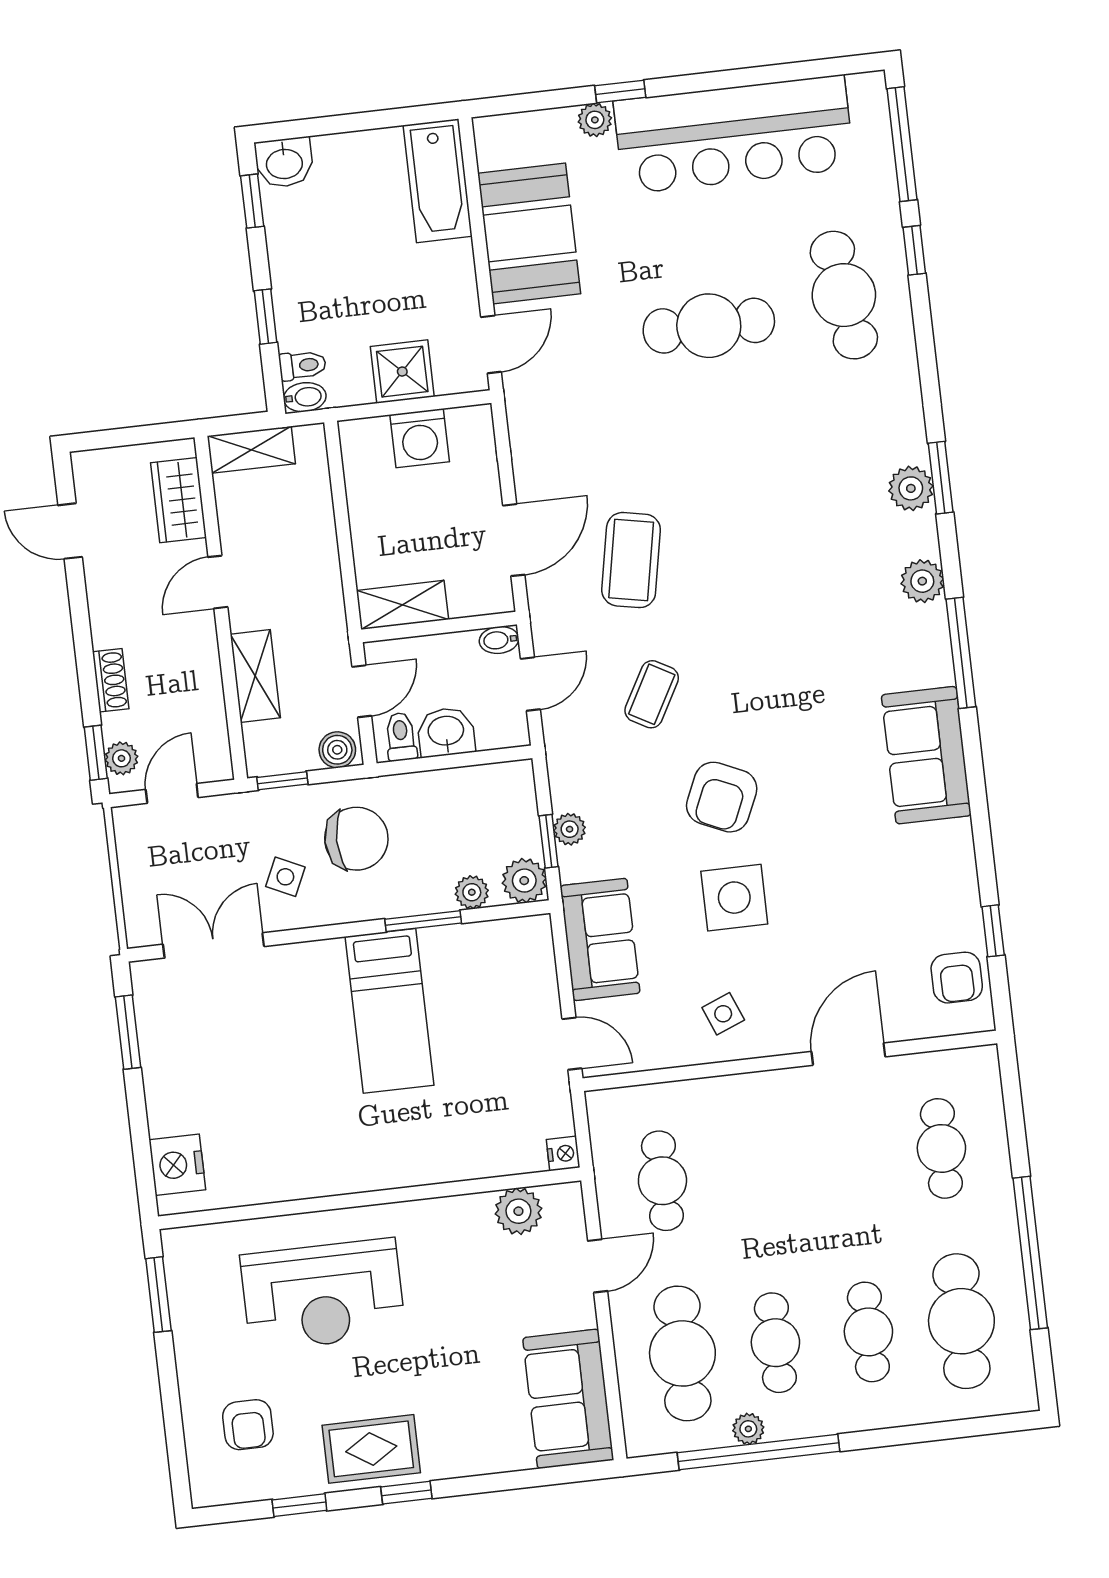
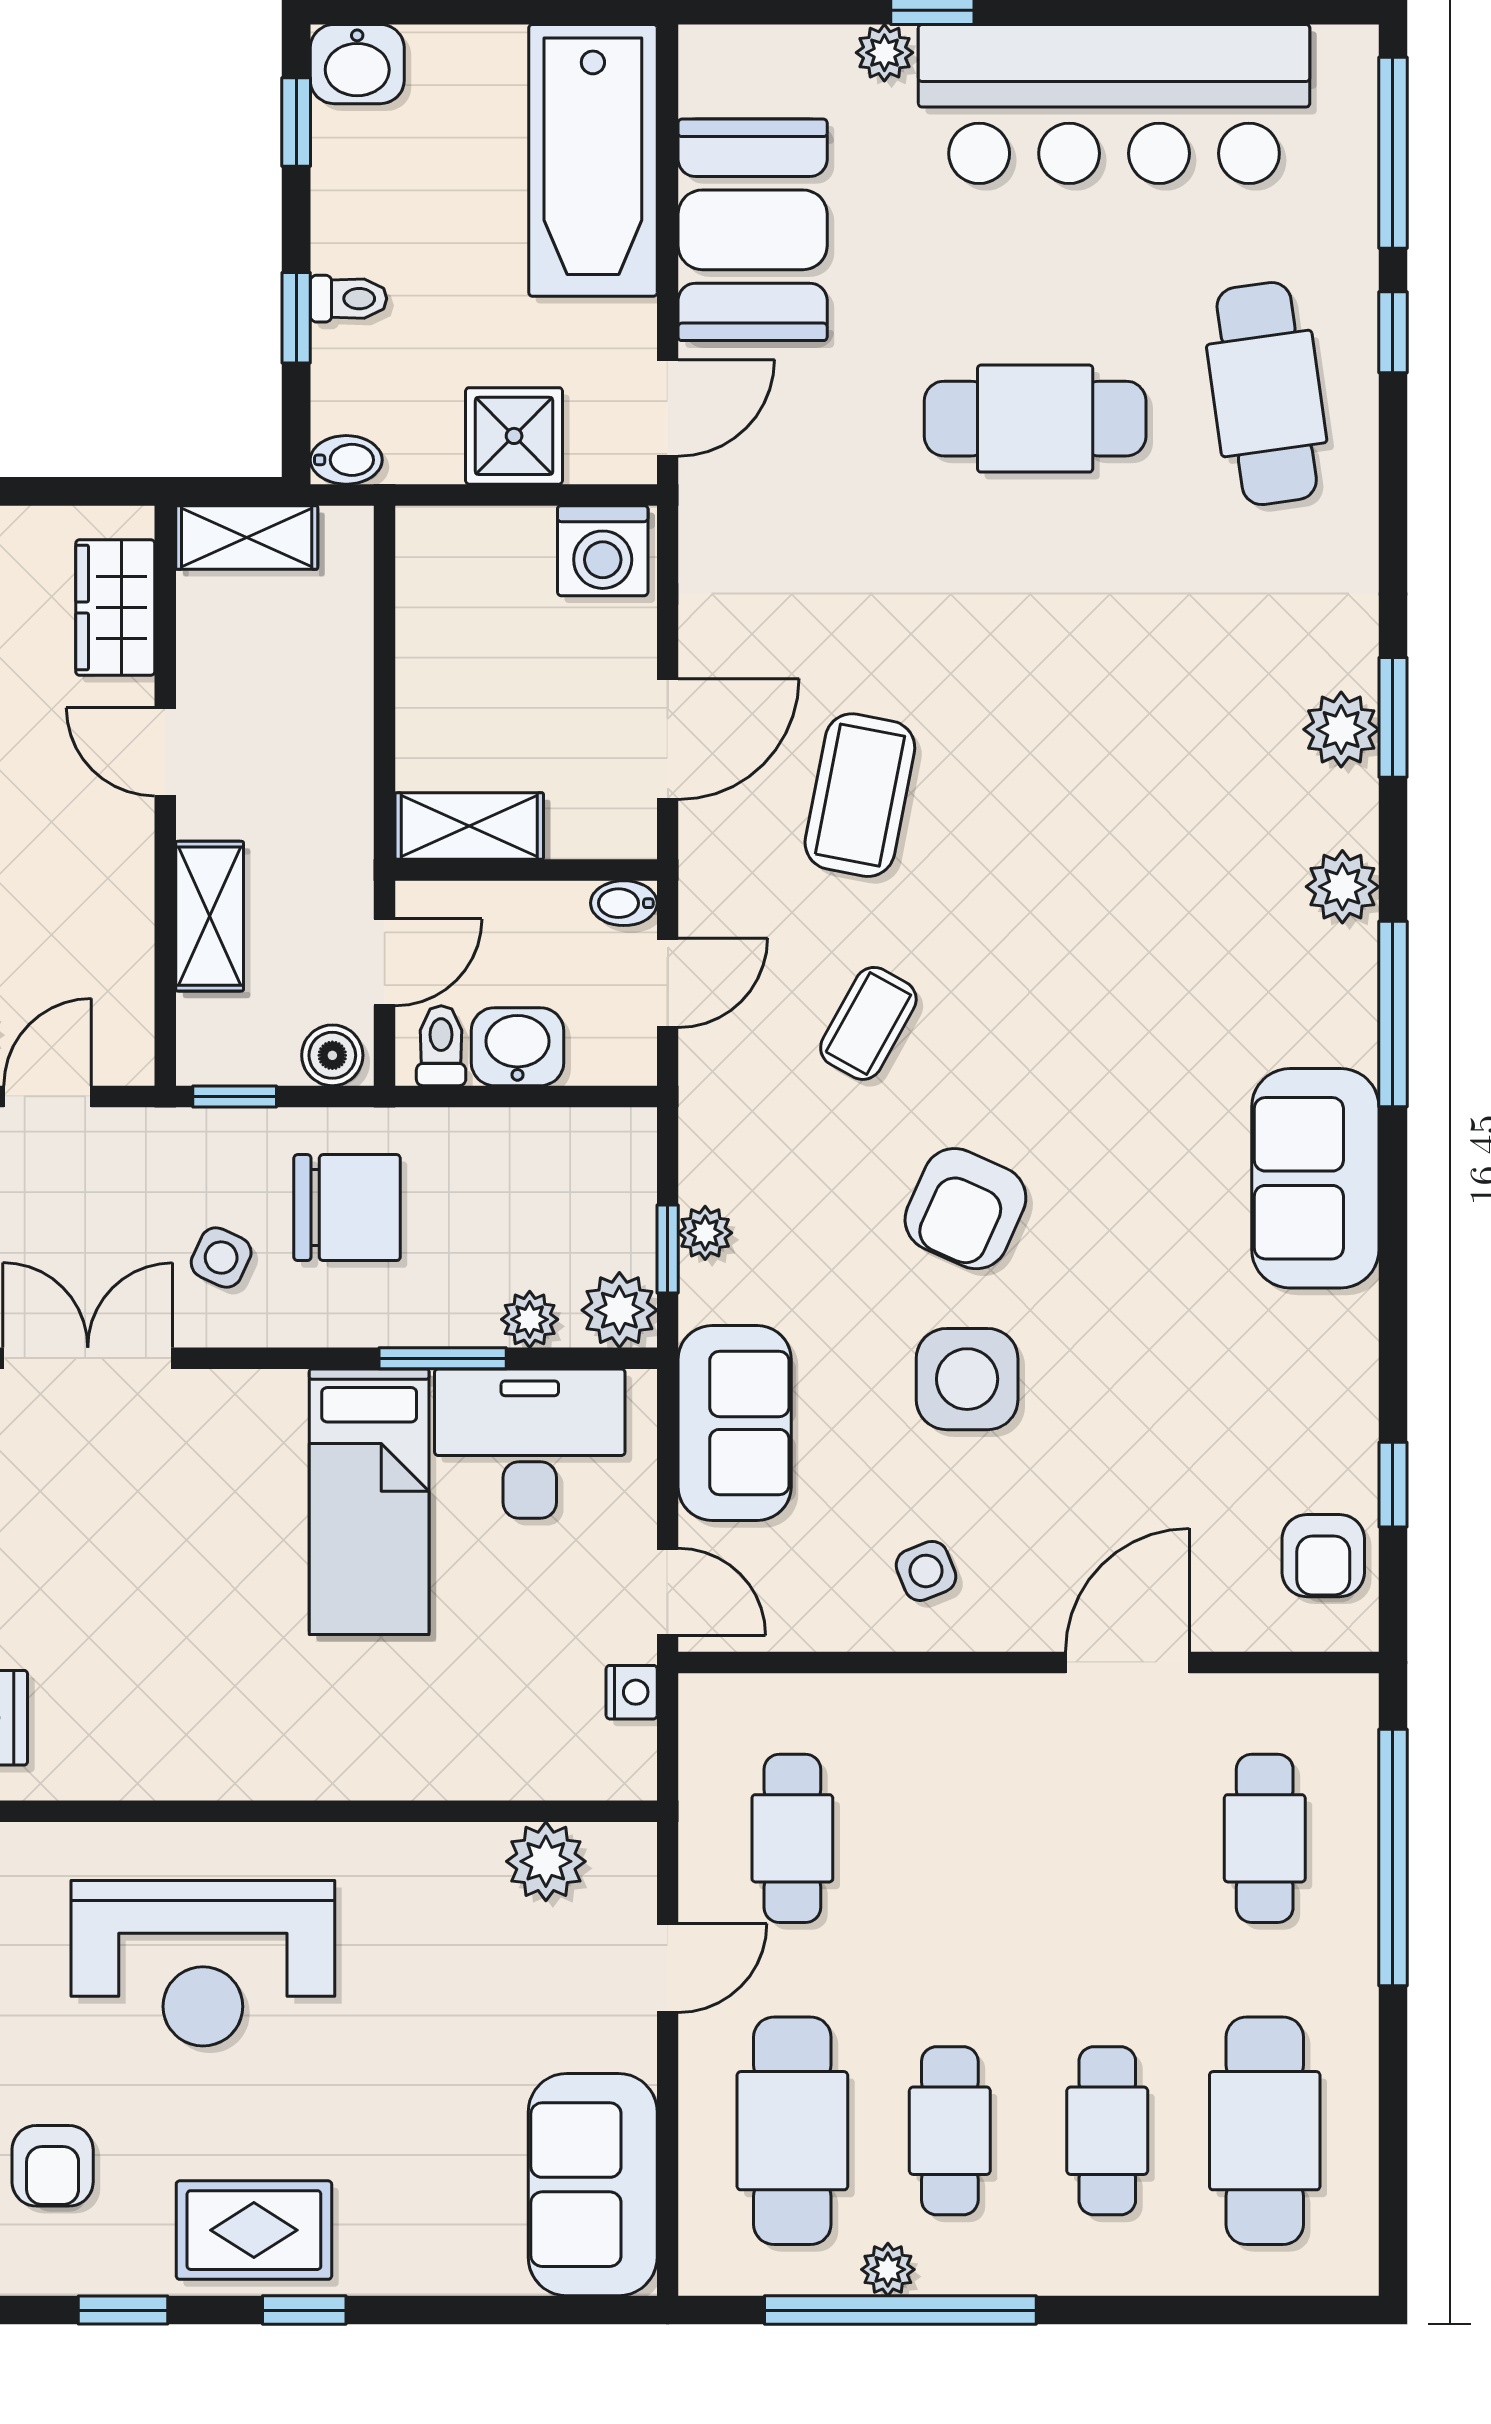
bathtub: (438, 181) -> (593, 160), width x1.36, depth x1.36
toilet: (302, 365) -> (348, 299), moved
washing machine: (420, 438) -> (603, 551), moved
door: (218, 582) -> (165, 752), hinge flipped
desk: (480, 966) -> (530, 1444), added
nightstand: (563, 1154) -> (632, 1692), moved
window: (1030, 1253) -> (1393, 1858), moved

